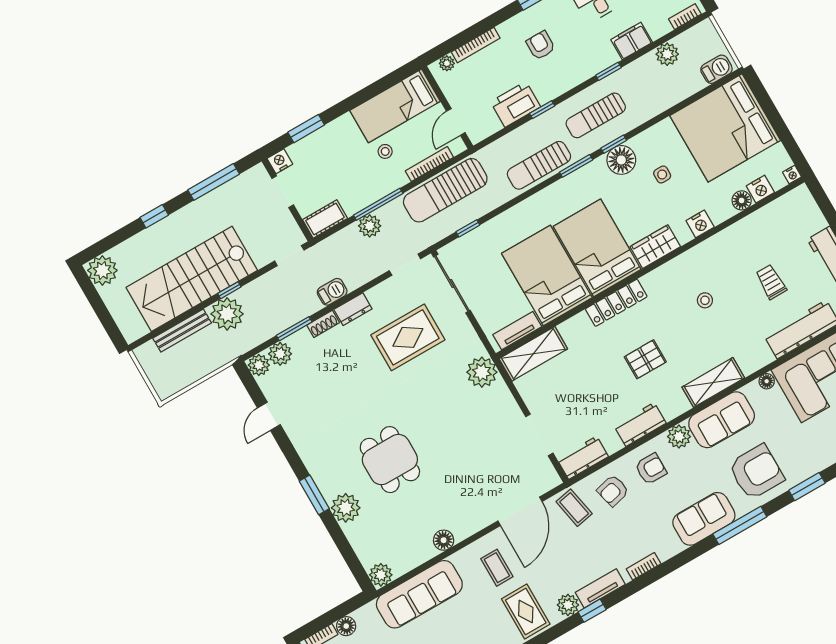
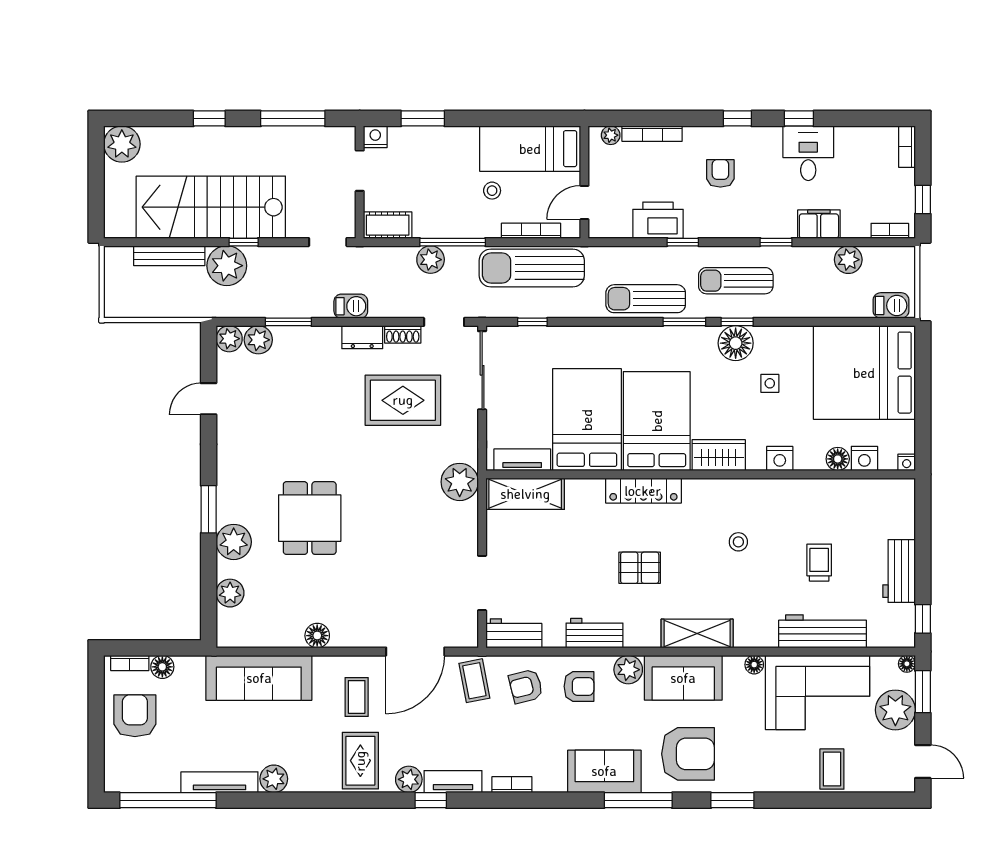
shoe rack: (323, 324) -> (403, 334), moved
plant: (381, 575) -> (230, 593), moved

